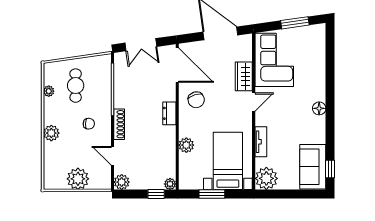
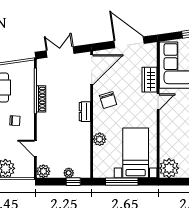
double door: (141, 45) -> (60, 52), swing flipped
door: (177, 65) -> (92, 70), hinge flipped
shoe rack: (119, 124) -> (41, 99), moved
tv unit: (261, 142) -> (164, 136), removed
plant: (170, 184) -> (69, 173), moved
window: (212, 194) -> (122, 182), width x1.44

